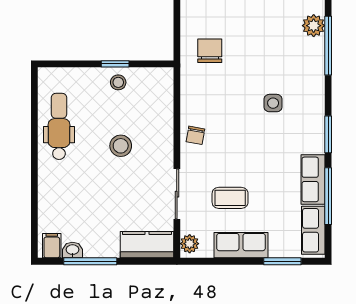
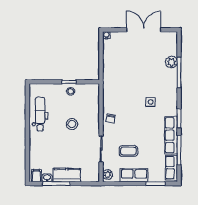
chair: (210, 51) -> (118, 75), removed
row of seats: (313, 179) -> (171, 135), width x1.48
kitchen counter: (147, 245) -> (67, 175), moved

